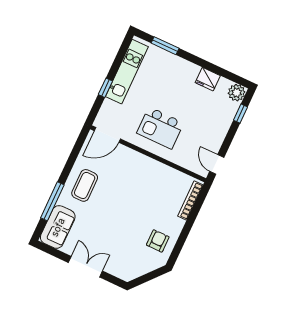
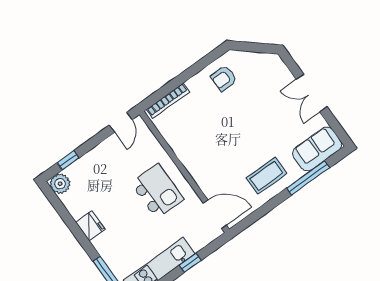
fridge: (208, 79) -> (90, 226), moved

